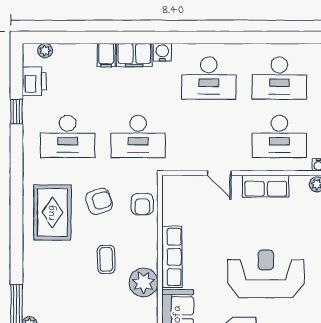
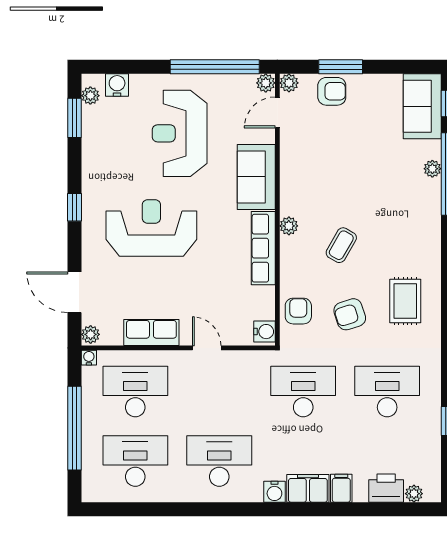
printer: (34, 81) -> (386, 488), moved, turned 90
water cooler: (171, 187) -> (264, 332), added
rug: (52, 213) -> (405, 301), width x0.73, depth x0.70
coffee table: (106, 259) -> (341, 245), turned 31
reception desk: (266, 274) -> (151, 228), turned 180
plant: (144, 282) -> (289, 226), width x0.53, depth x0.53

